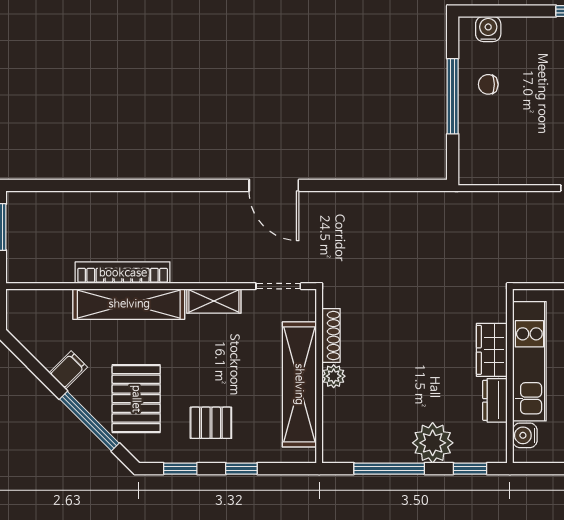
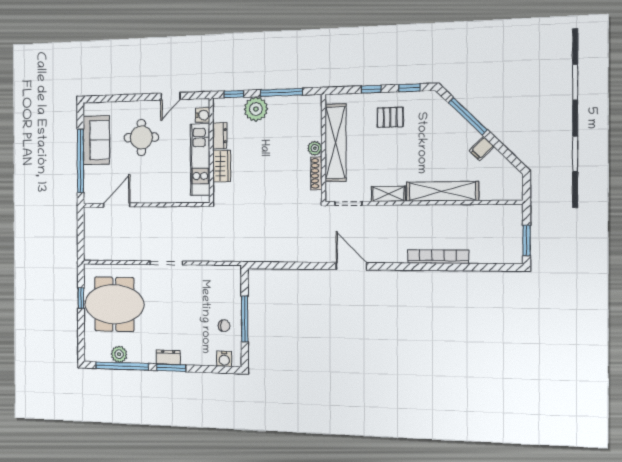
bookcase: (123, 273) -> (438, 257), moved, turned 180
pallet: (136, 399) -> (438, 131), removed

